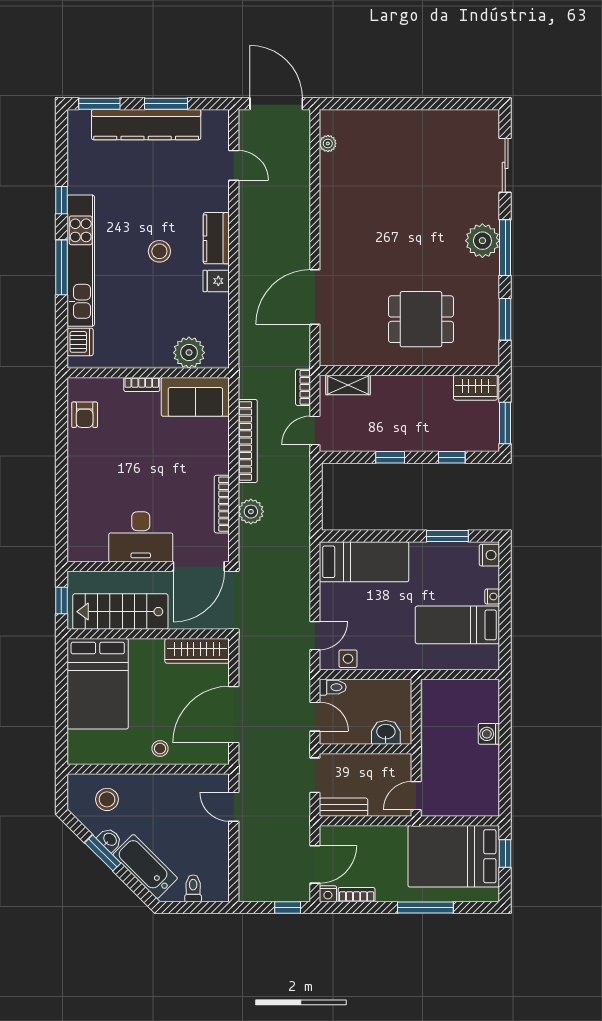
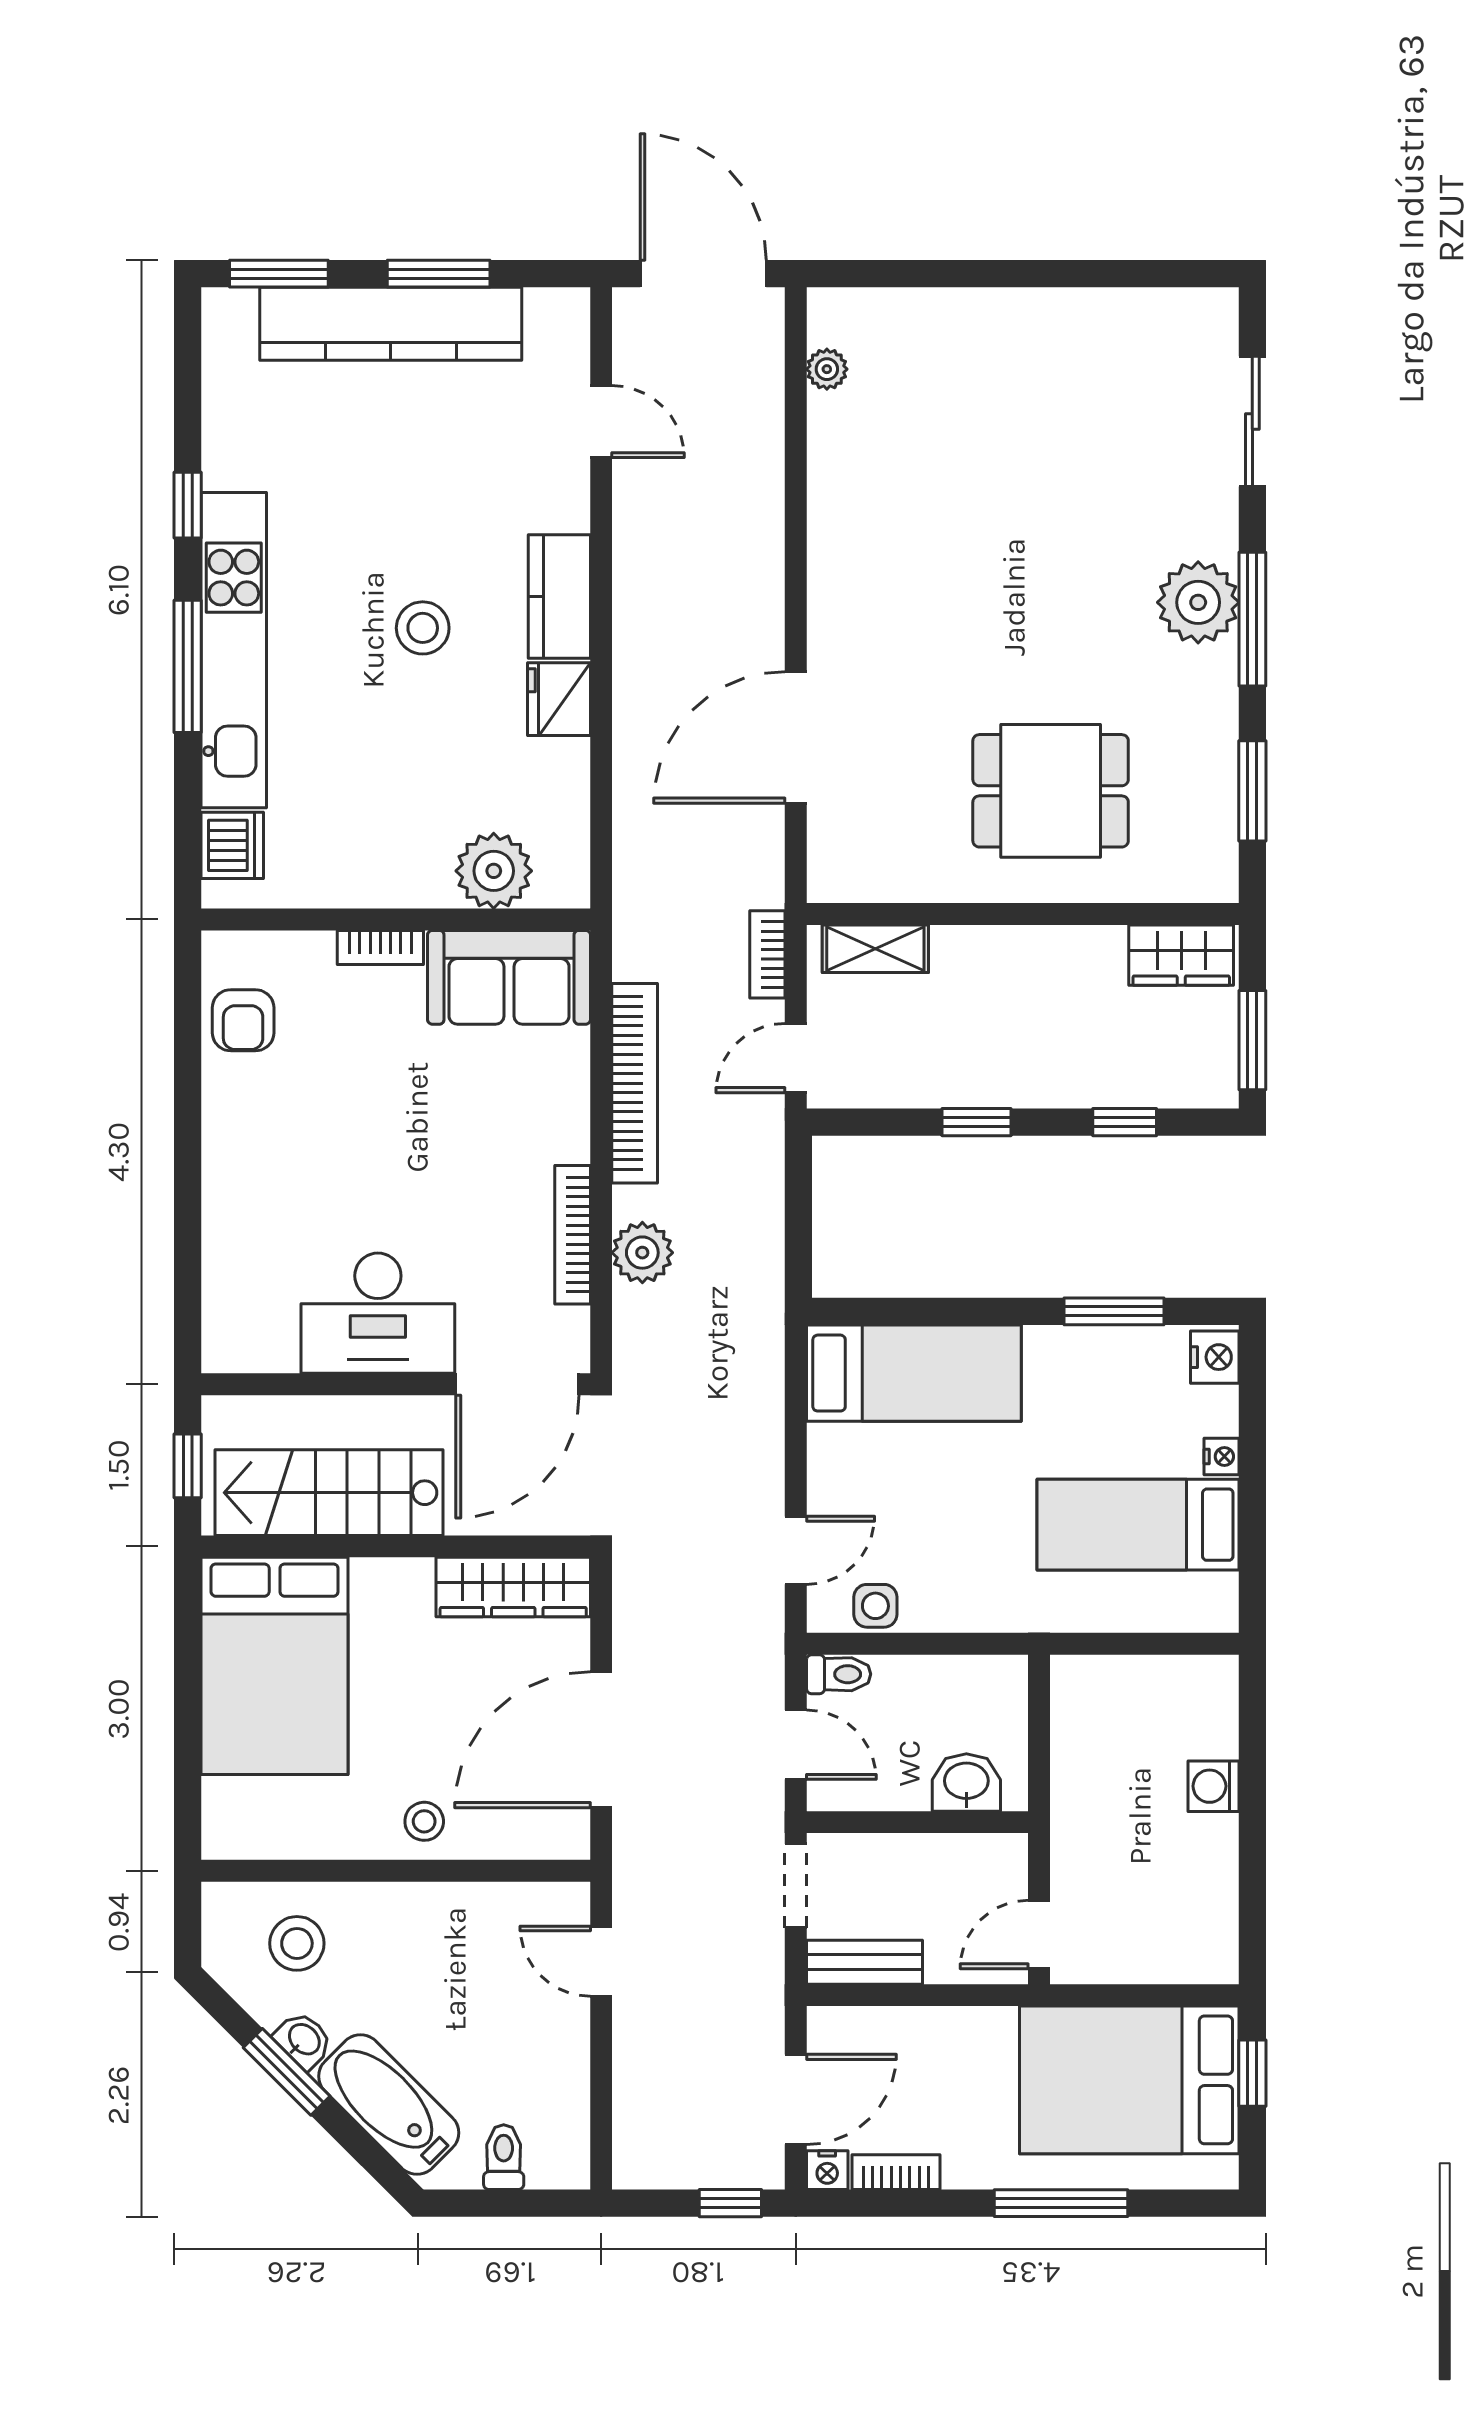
fridge: (216, 281) -> (559, 699), width x1.38

